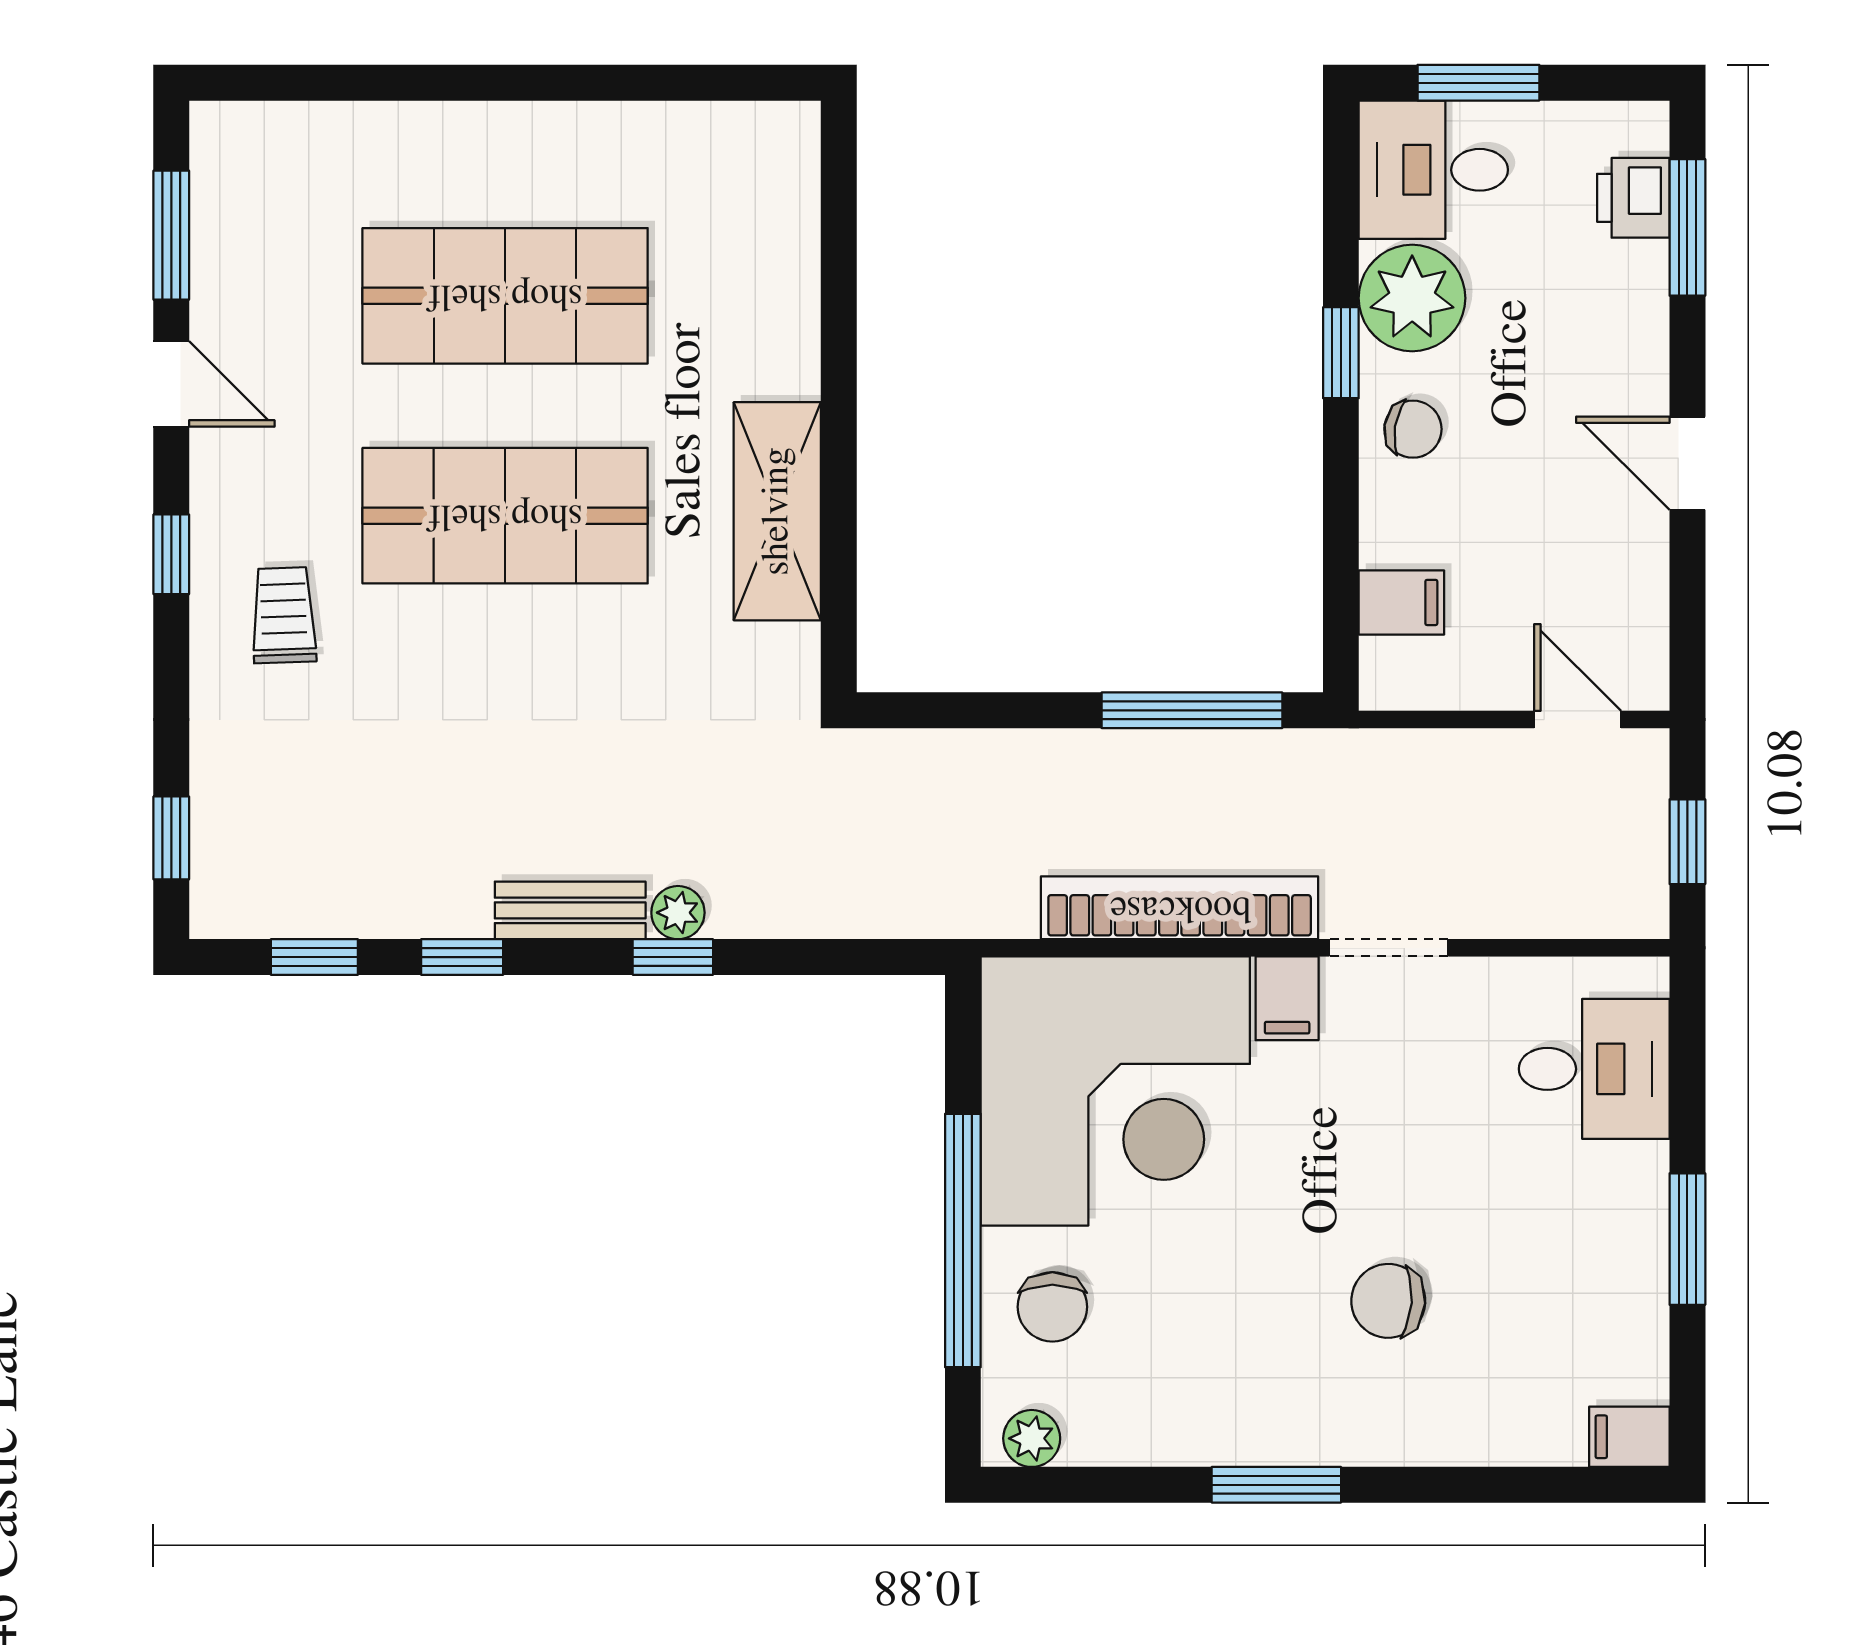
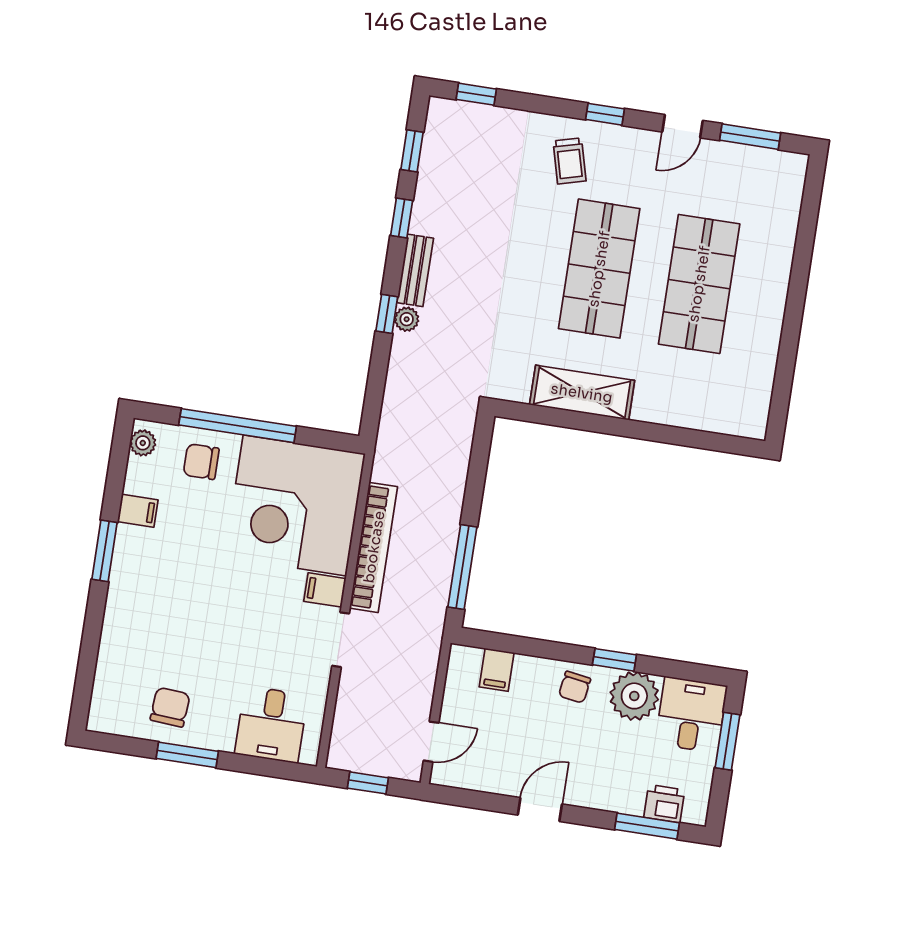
trolley: (284, 615) -> (570, 161), turned 77
chair: (1388, 1301) -> (170, 707), moved
filing cabinet: (1629, 1437) -> (138, 511), moved, turned 90

